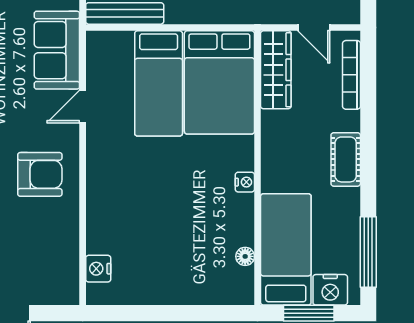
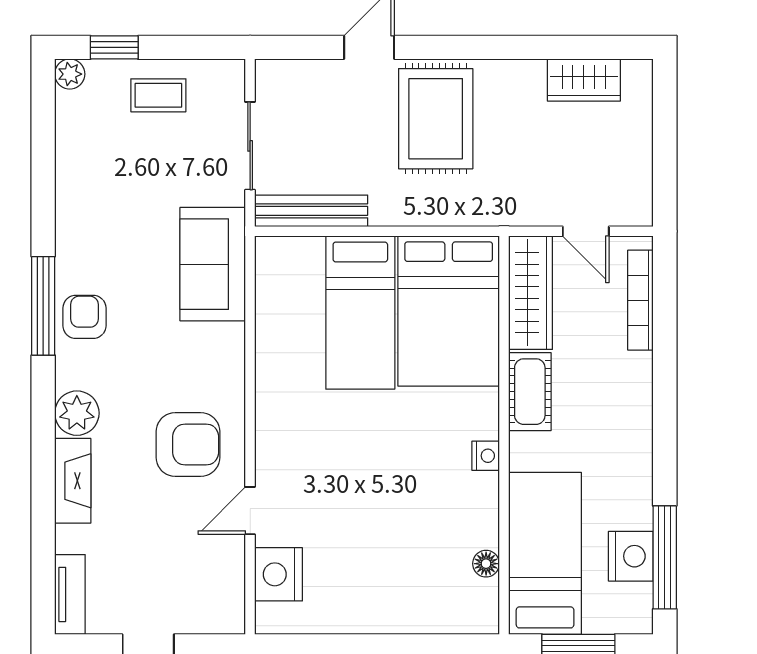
door: (83, 107) -> (250, 511), moved
cot: (346, 159) -> (530, 392), moved
nightstand: (98, 269) -> (279, 574), width x1.36, depth x1.33
nightstand: (330, 290) -> (631, 556), moved, turned -90

